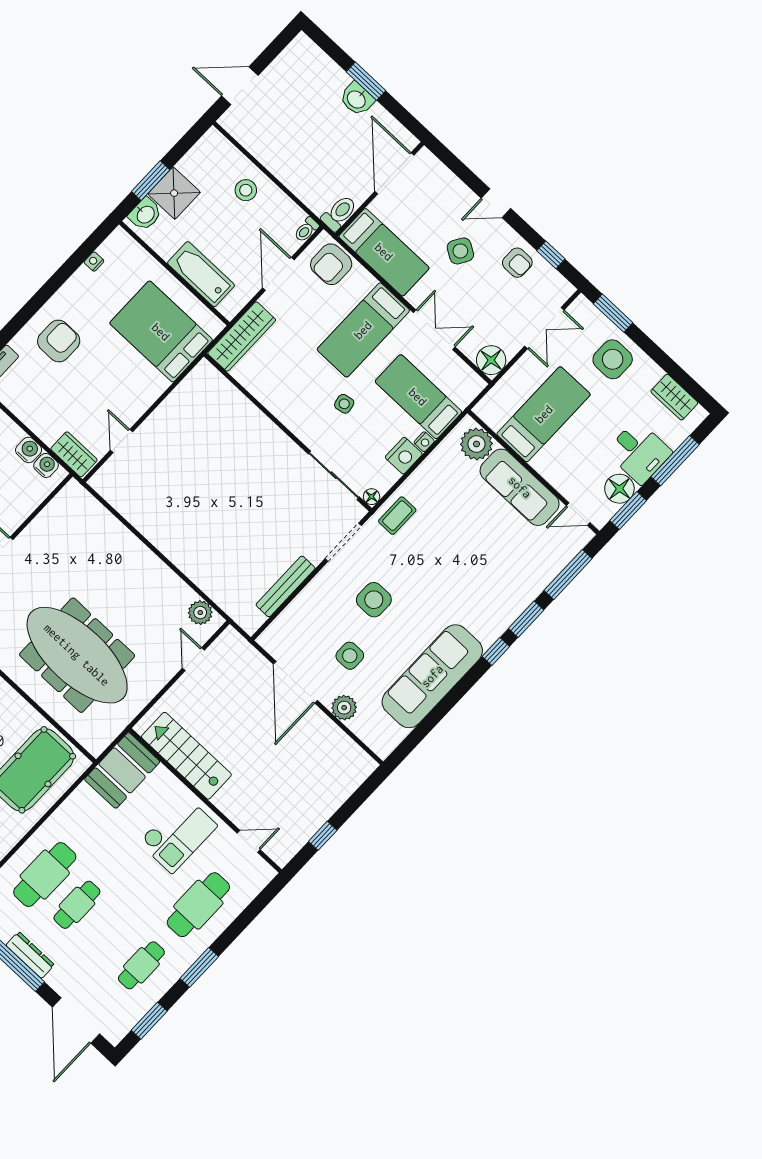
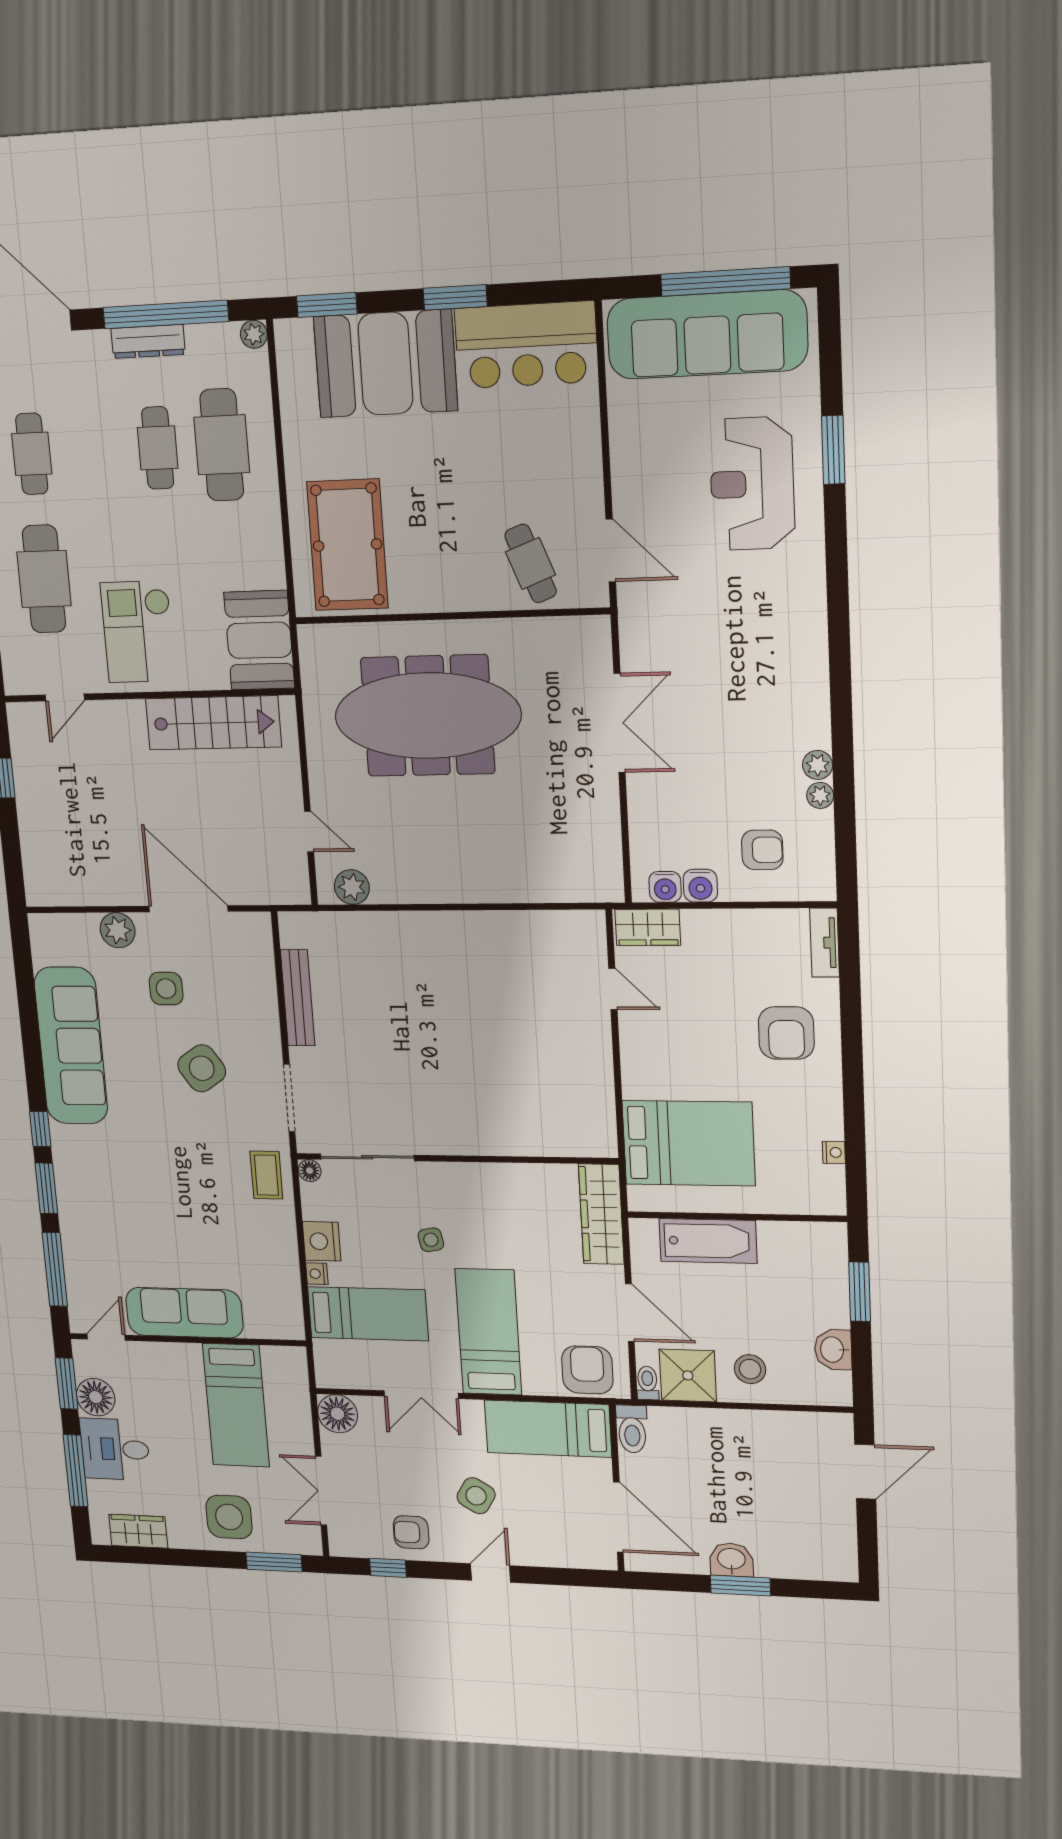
shower: (174, 193) -> (688, 1375), moved
washbasin: (145, 214) -> (833, 1350), moved
plant: (476, 444) -> (267, 1318), removed
side table: (374, 600) -> (202, 1068), turned -34

